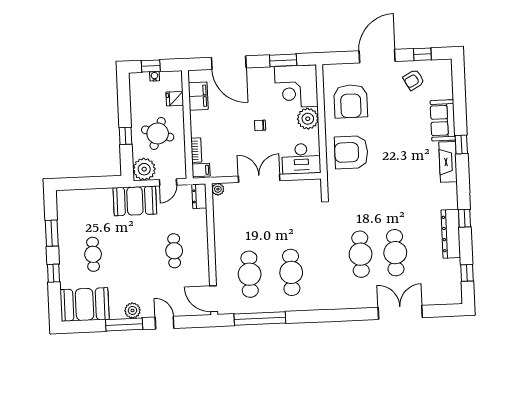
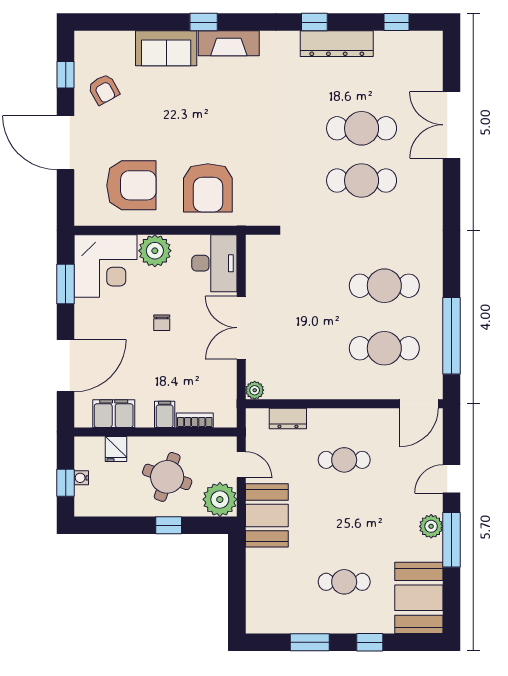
filing cabinet: (201, 170) -> (165, 414), moved
dresser: (199, 196) -> (288, 418), moved

